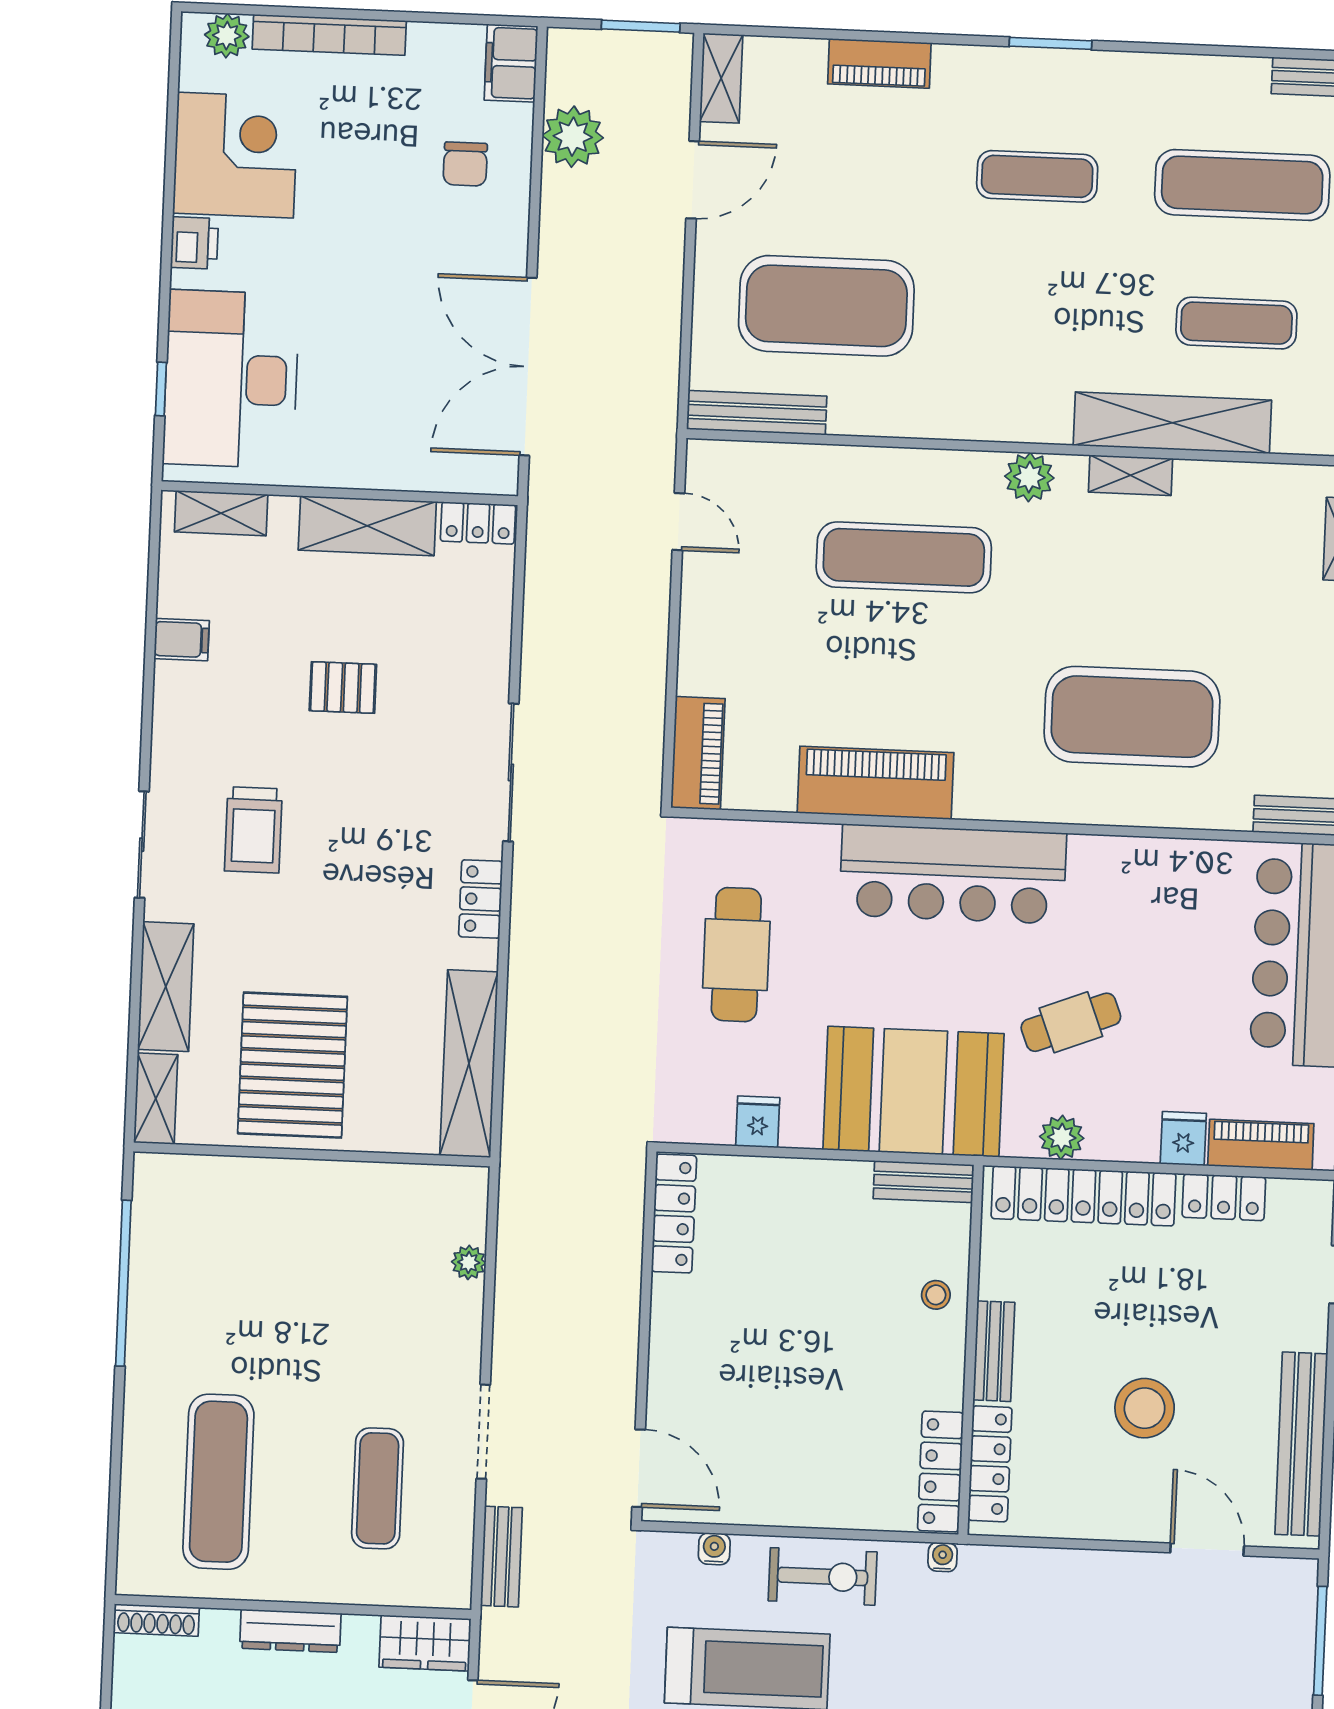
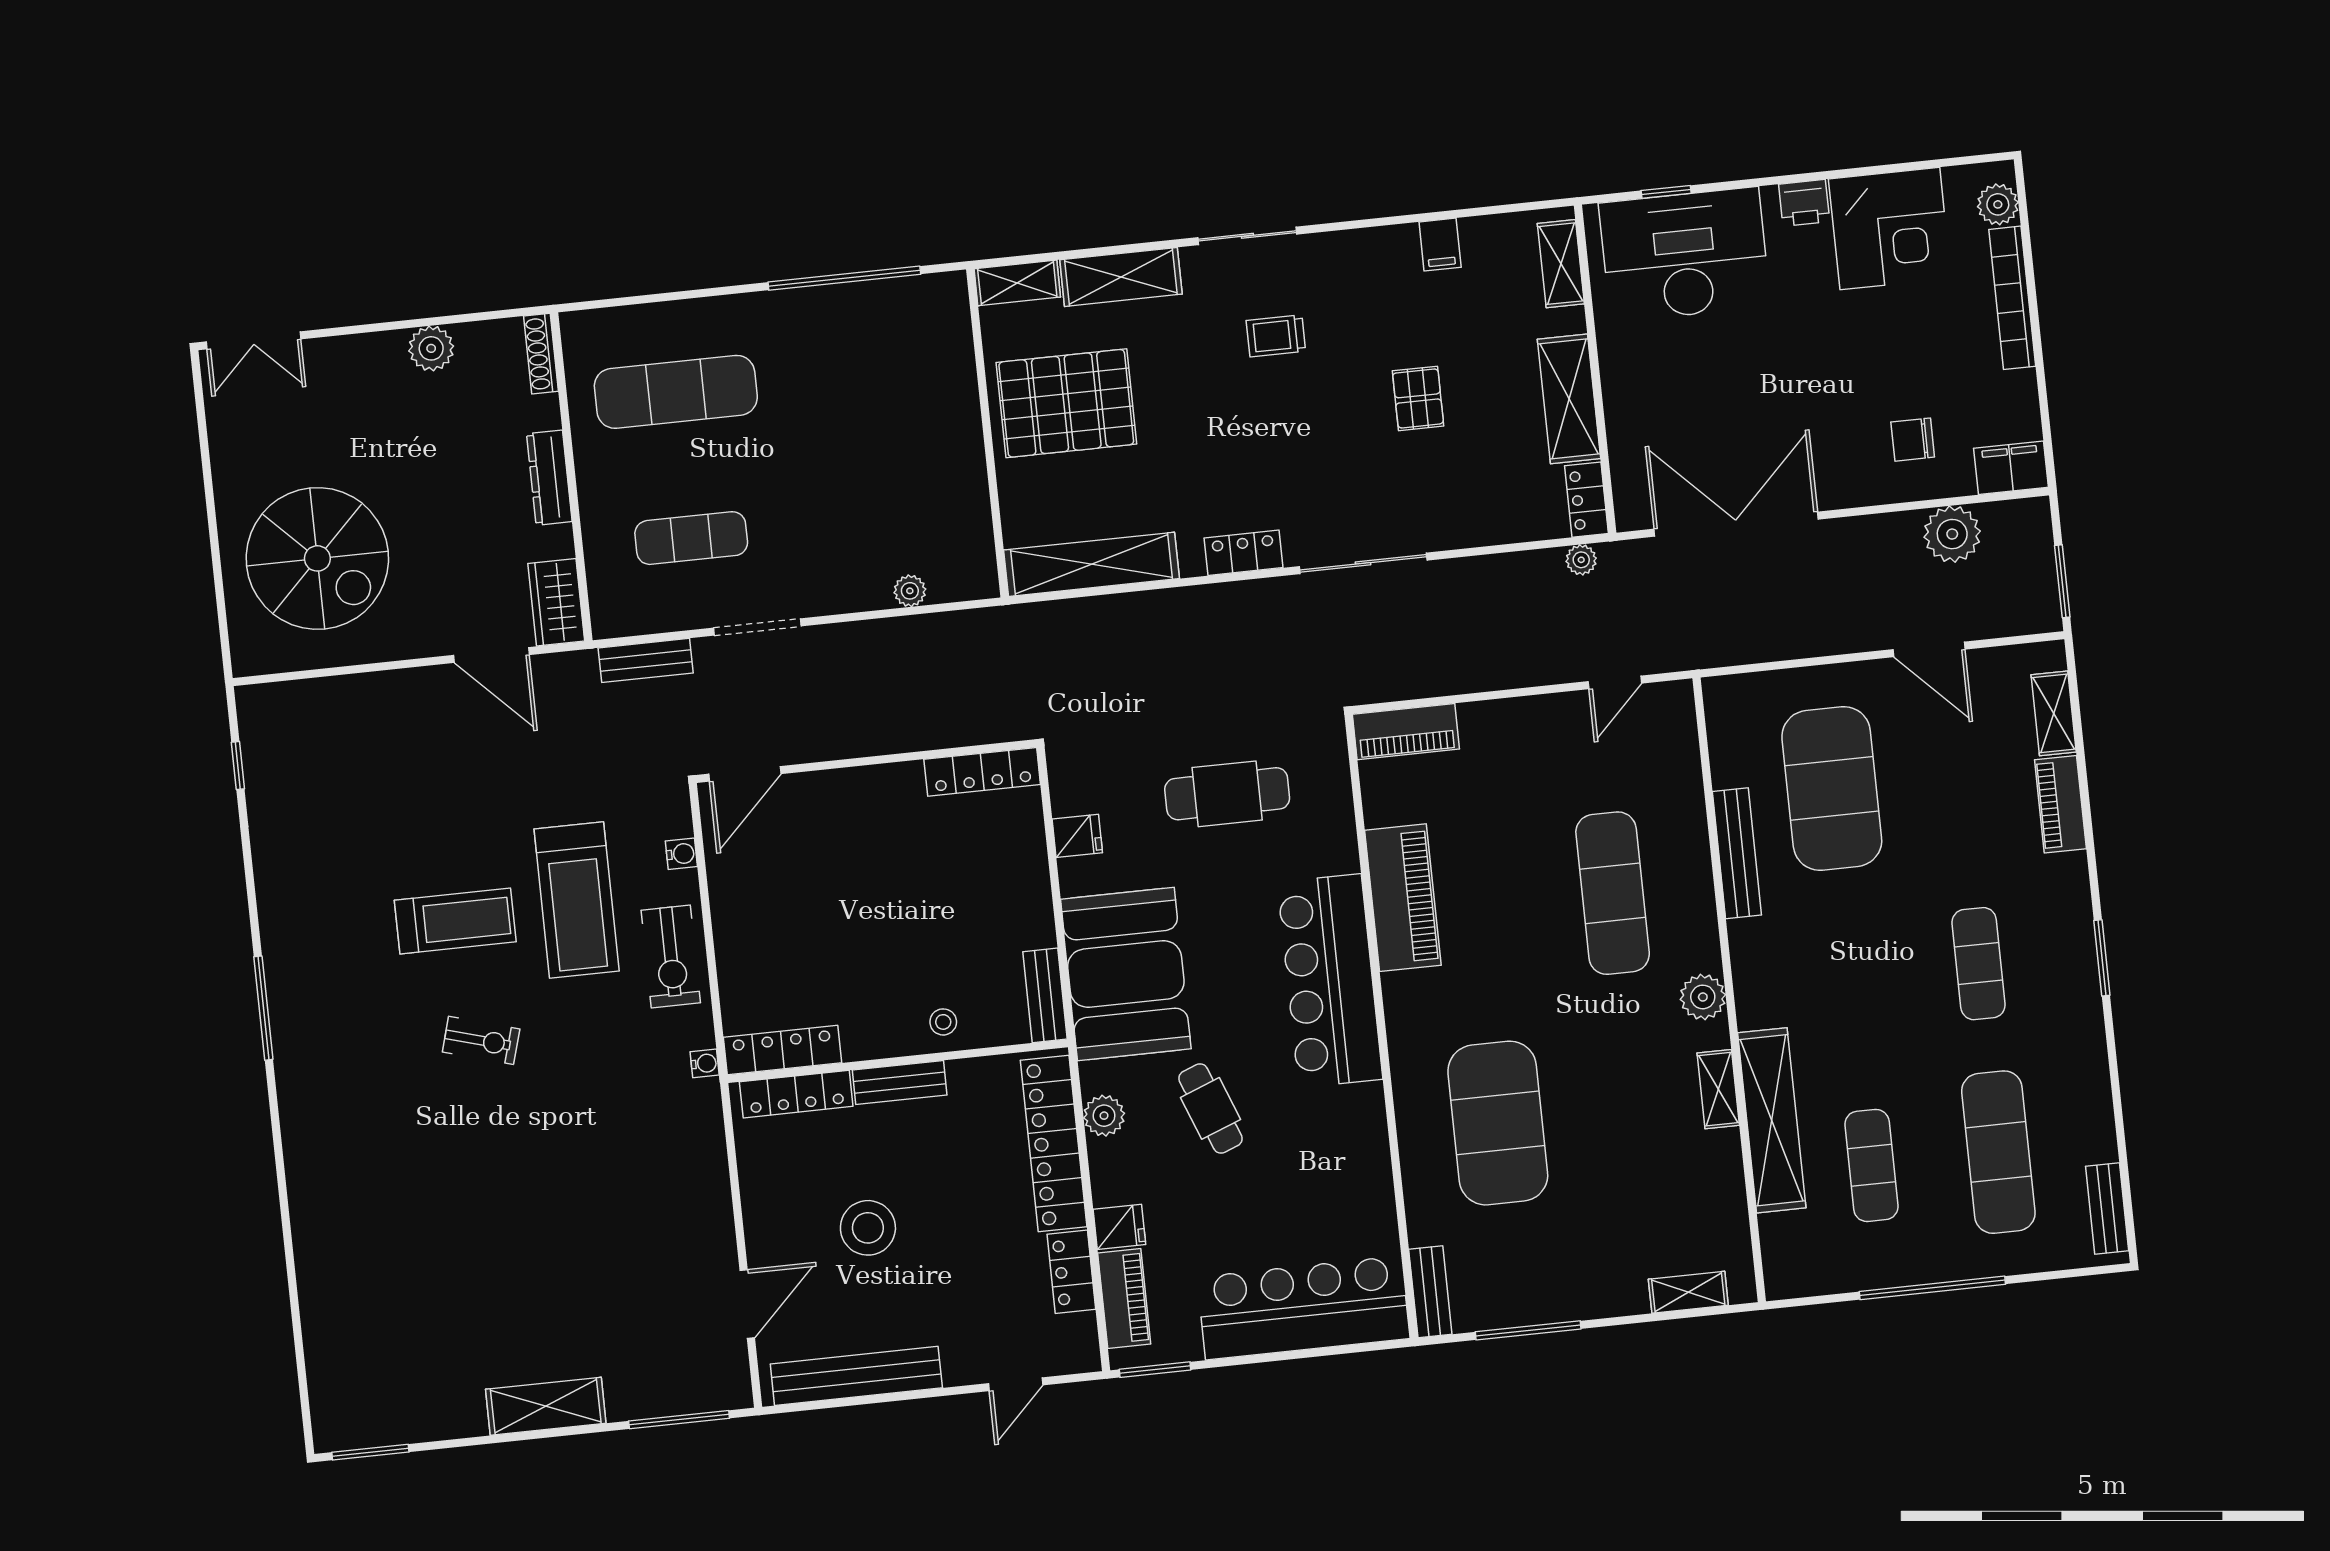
shelving: (721, 78) -> (2054, 713), moved, turned 90
bench: (757, 413) -> (1737, 853), moved
plant: (542, 538) -> (1581, 560), added
trolley: (253, 830) -> (1276, 336), width x0.73, depth x0.72

